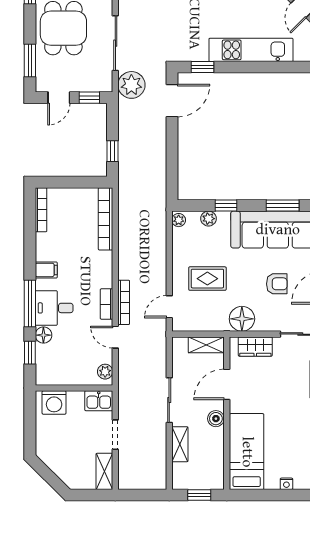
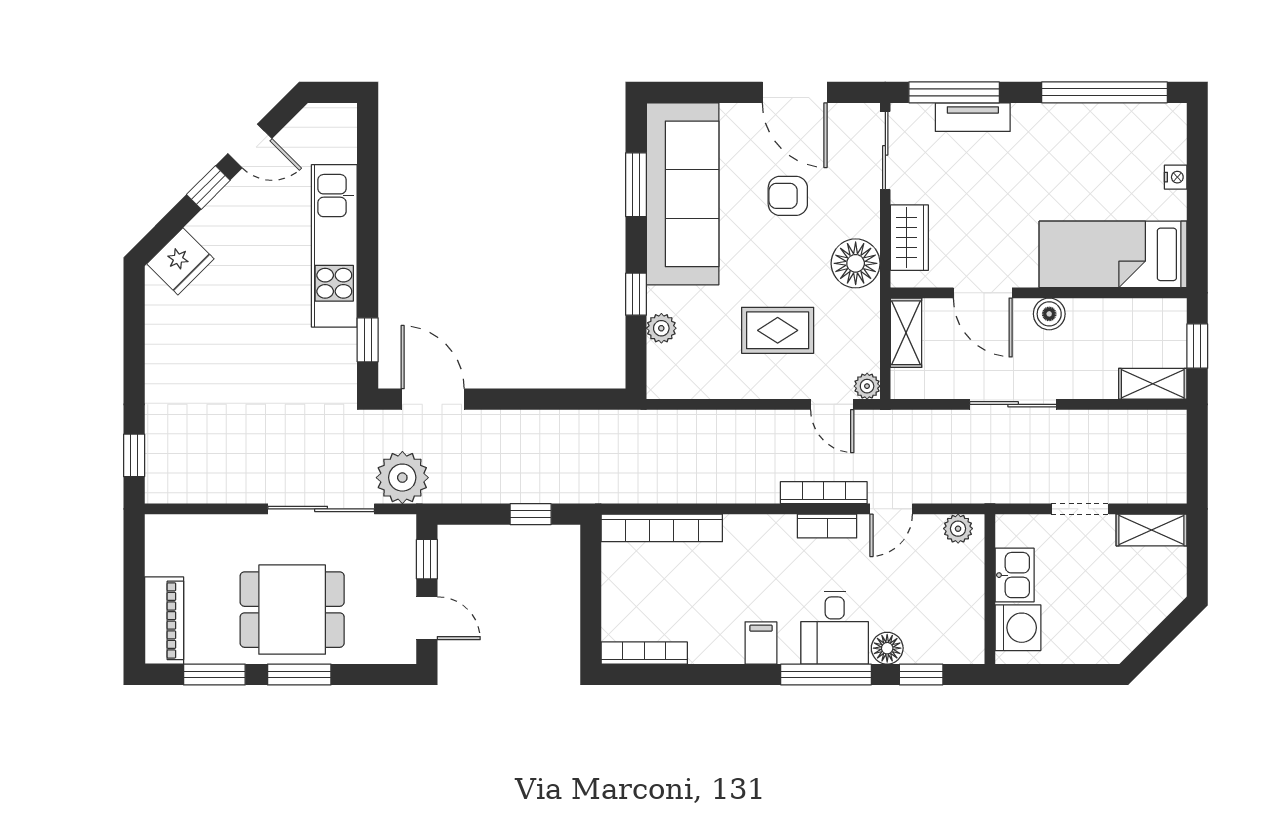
window: (30, 61) -> (299, 674), moved
plant: (179, 220) -> (867, 386), moved
rug: (207, 279) -> (778, 330), turned 90
armchair: (277, 284) -> (788, 196), turned -90
kitchen sink: (99, 401) -> (1015, 575), moved
shelving: (180, 444) -> (1153, 384), moved

